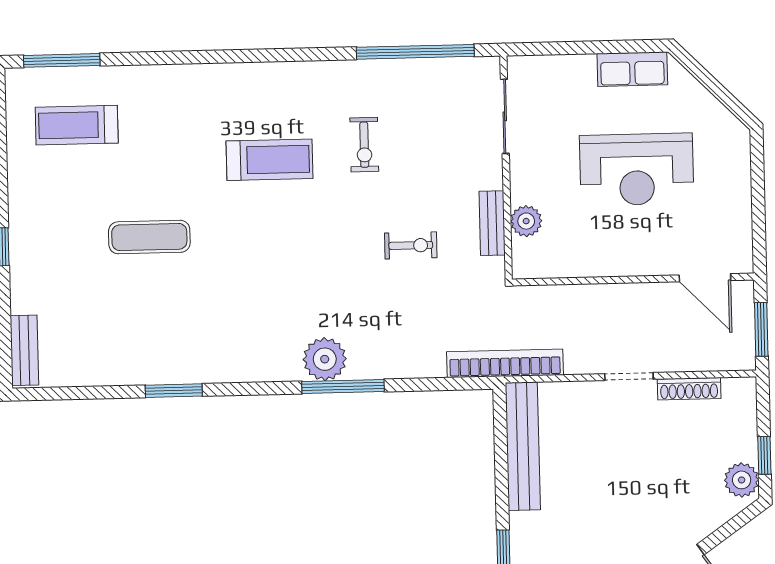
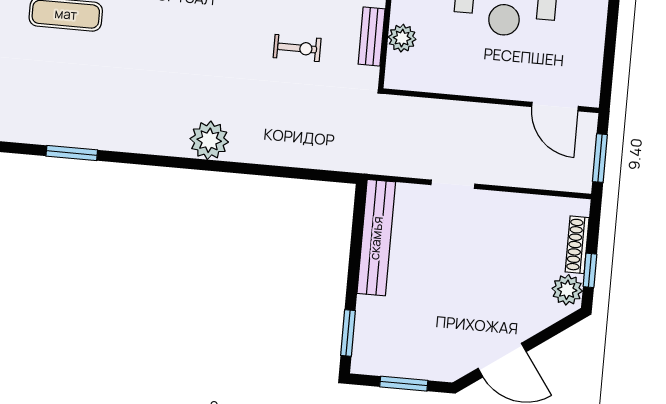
bookcase: (505, 363) -> (369, 162), removed
doorway: (629, 376) -> (453, 184), moved
window: (343, 387) -> (223, 166), removed
shoe rack: (689, 389) -> (577, 245), moved, turned 90

